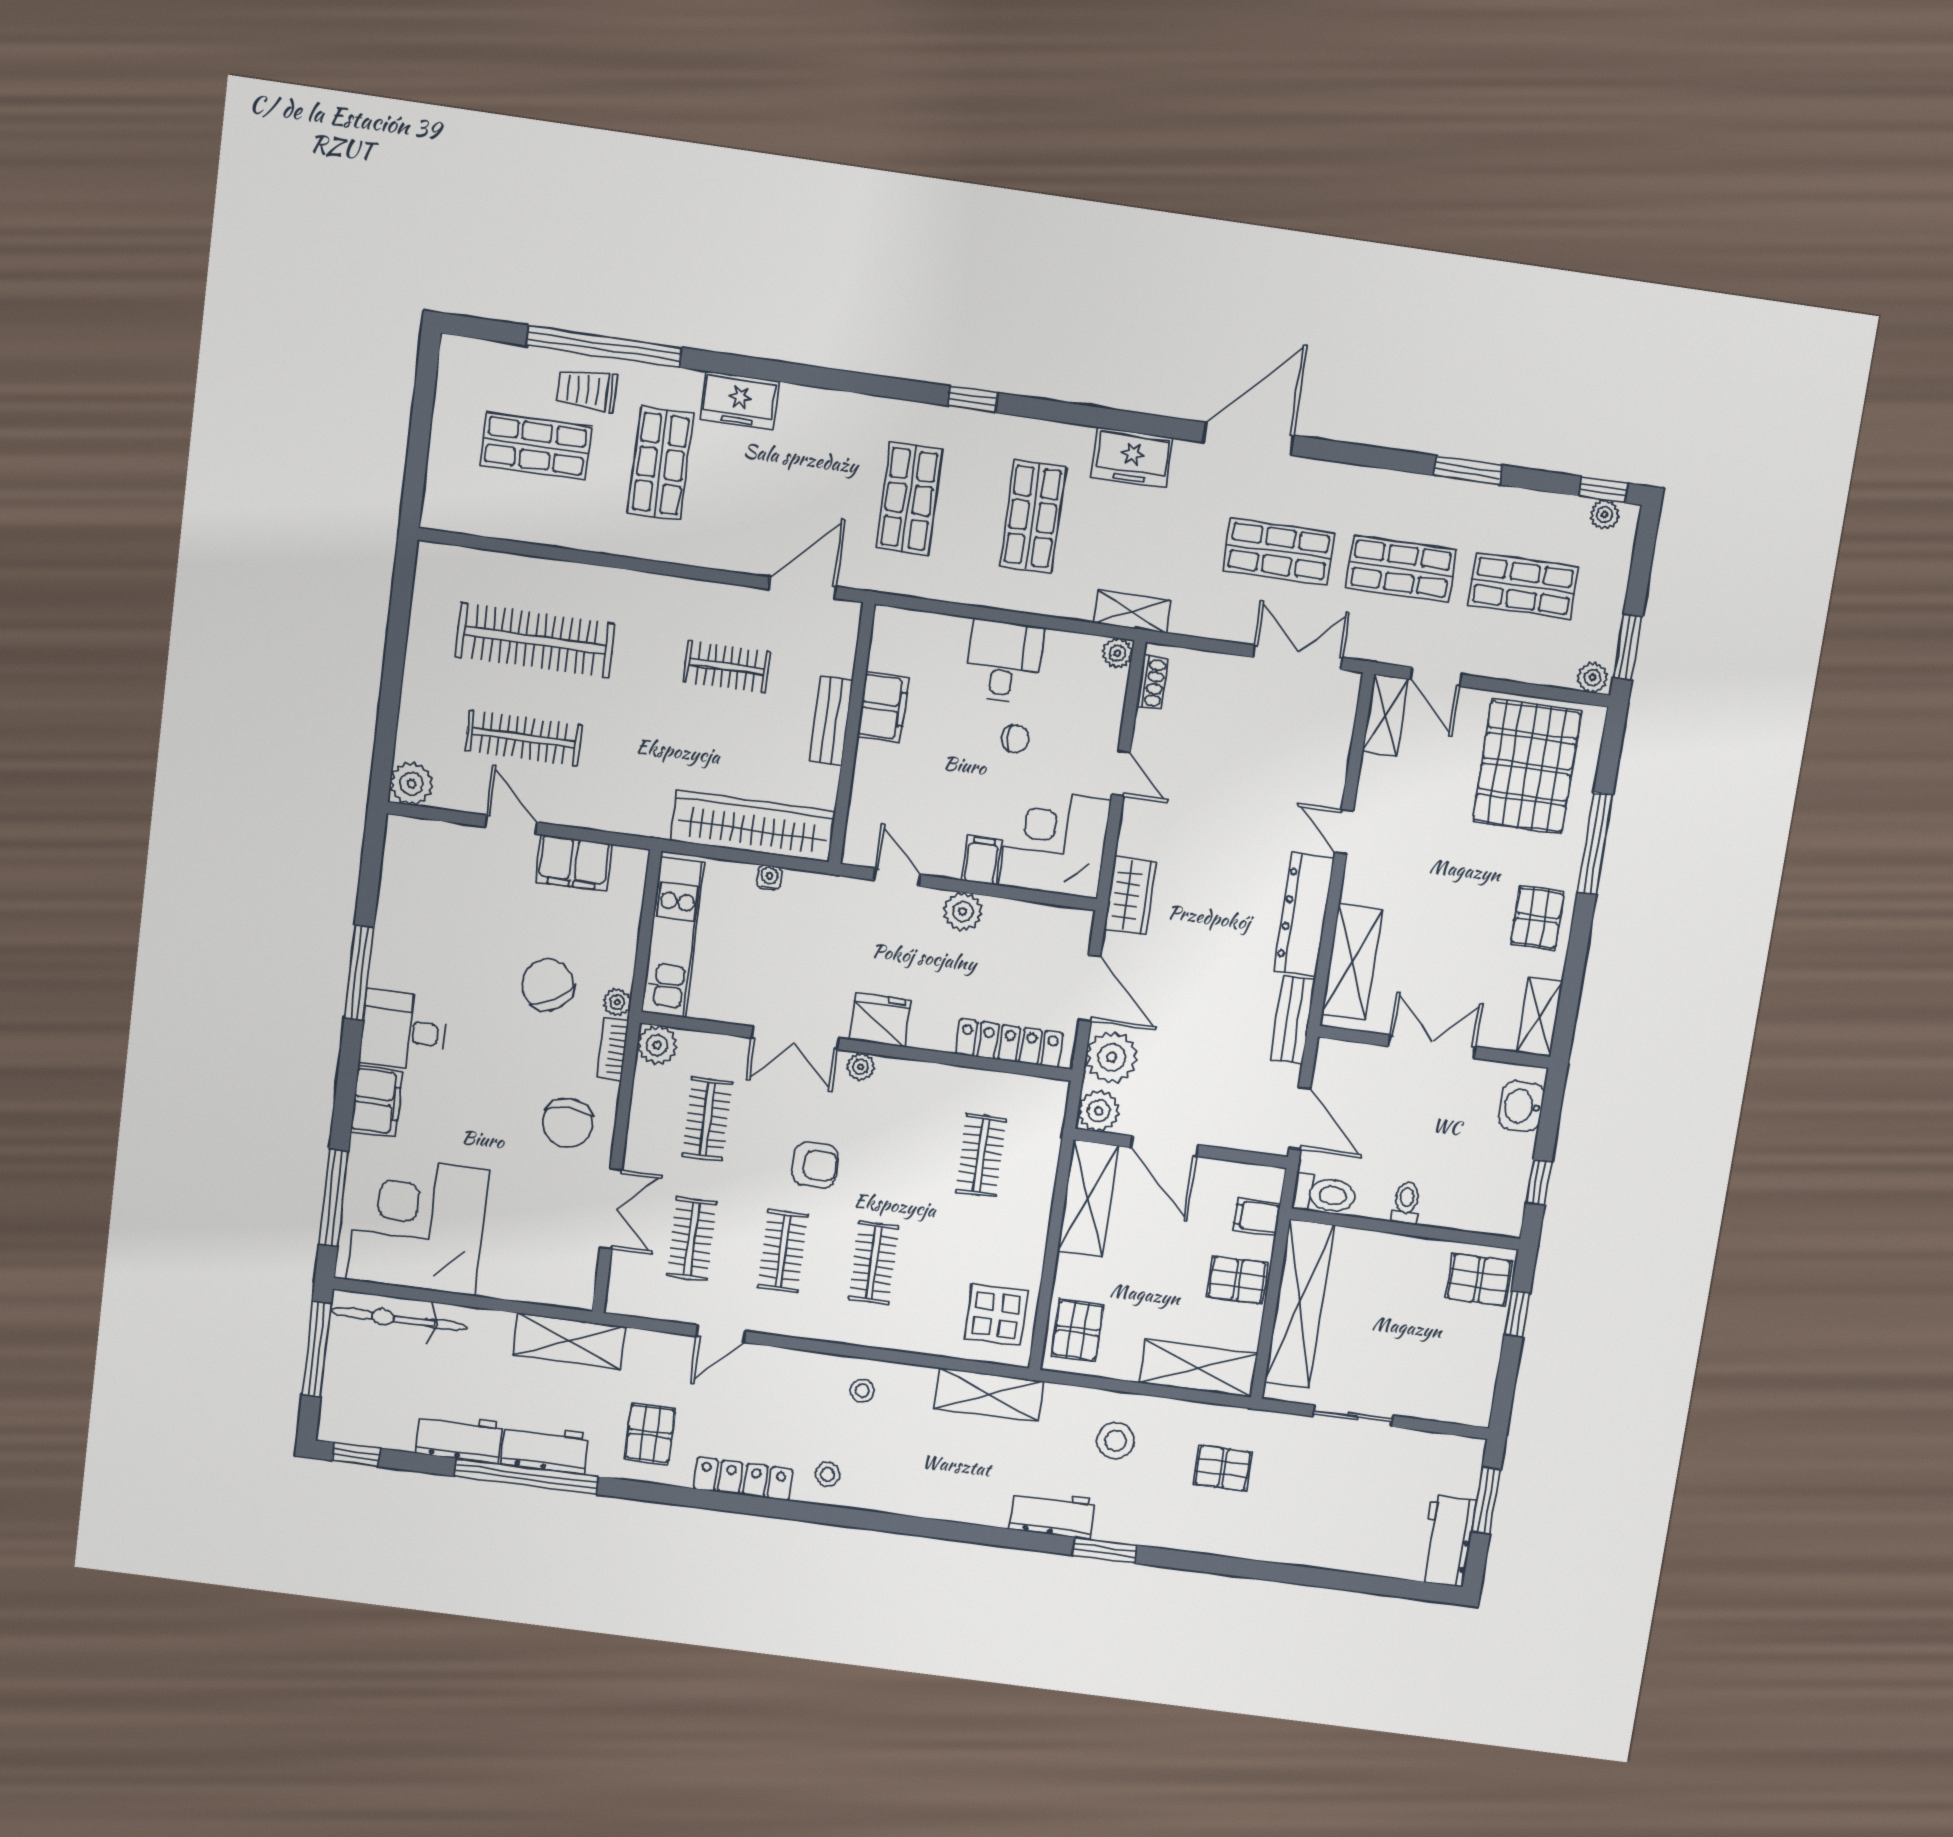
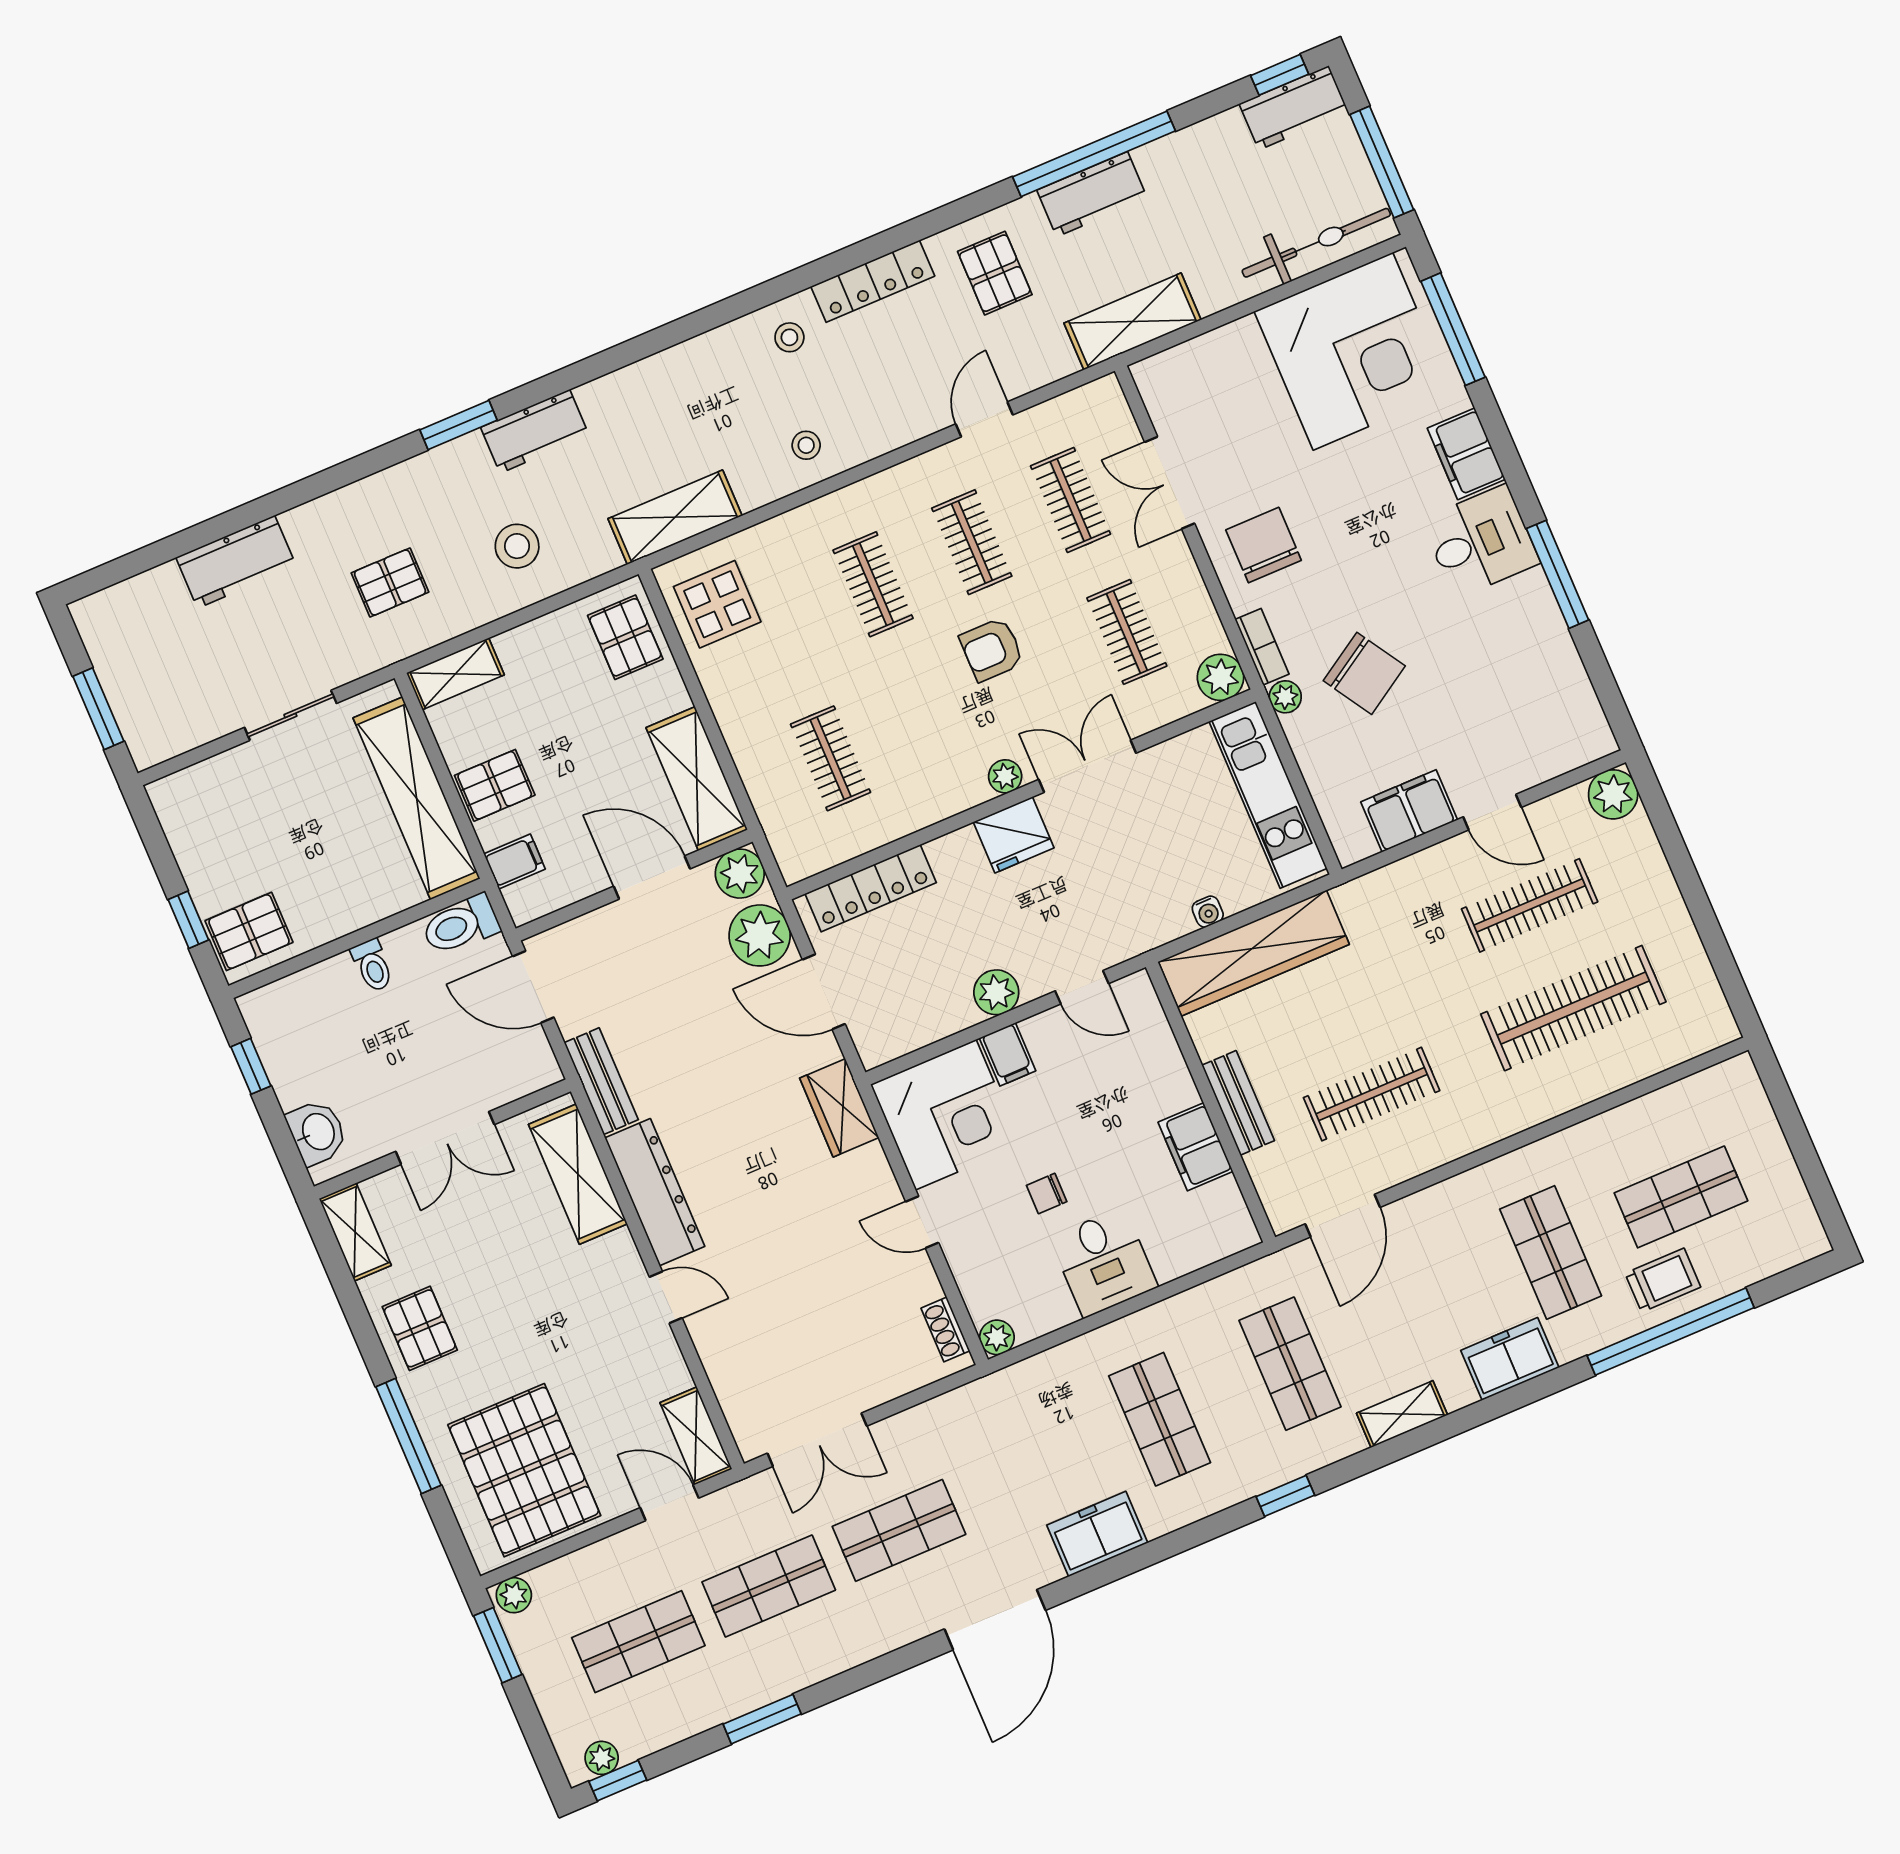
shelving: (1132, 612) -> (1402, 1414), moved
clothes rail: (727, 667) -> (1372, 1094), width x1.36
shelving: (1198, 1368) -> (455, 674), width x0.67, depth x0.75
workbench: (459, 1438) -> (1294, 108), moved
workbench: (1447, 1541) -> (236, 562), moved, turned 90

